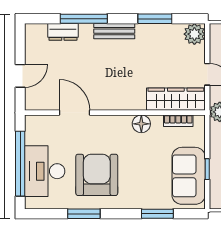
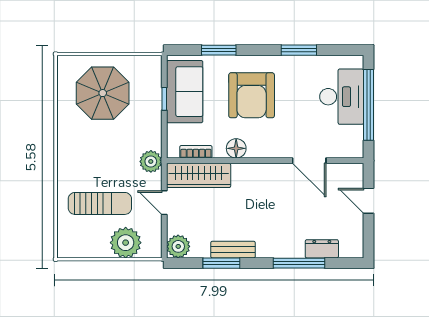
bench: (114, 31) -> (233, 250), moved
door: (20, 76) -> (368, 201), hinge flipped
armchair: (97, 175) -> (252, 95), moved

